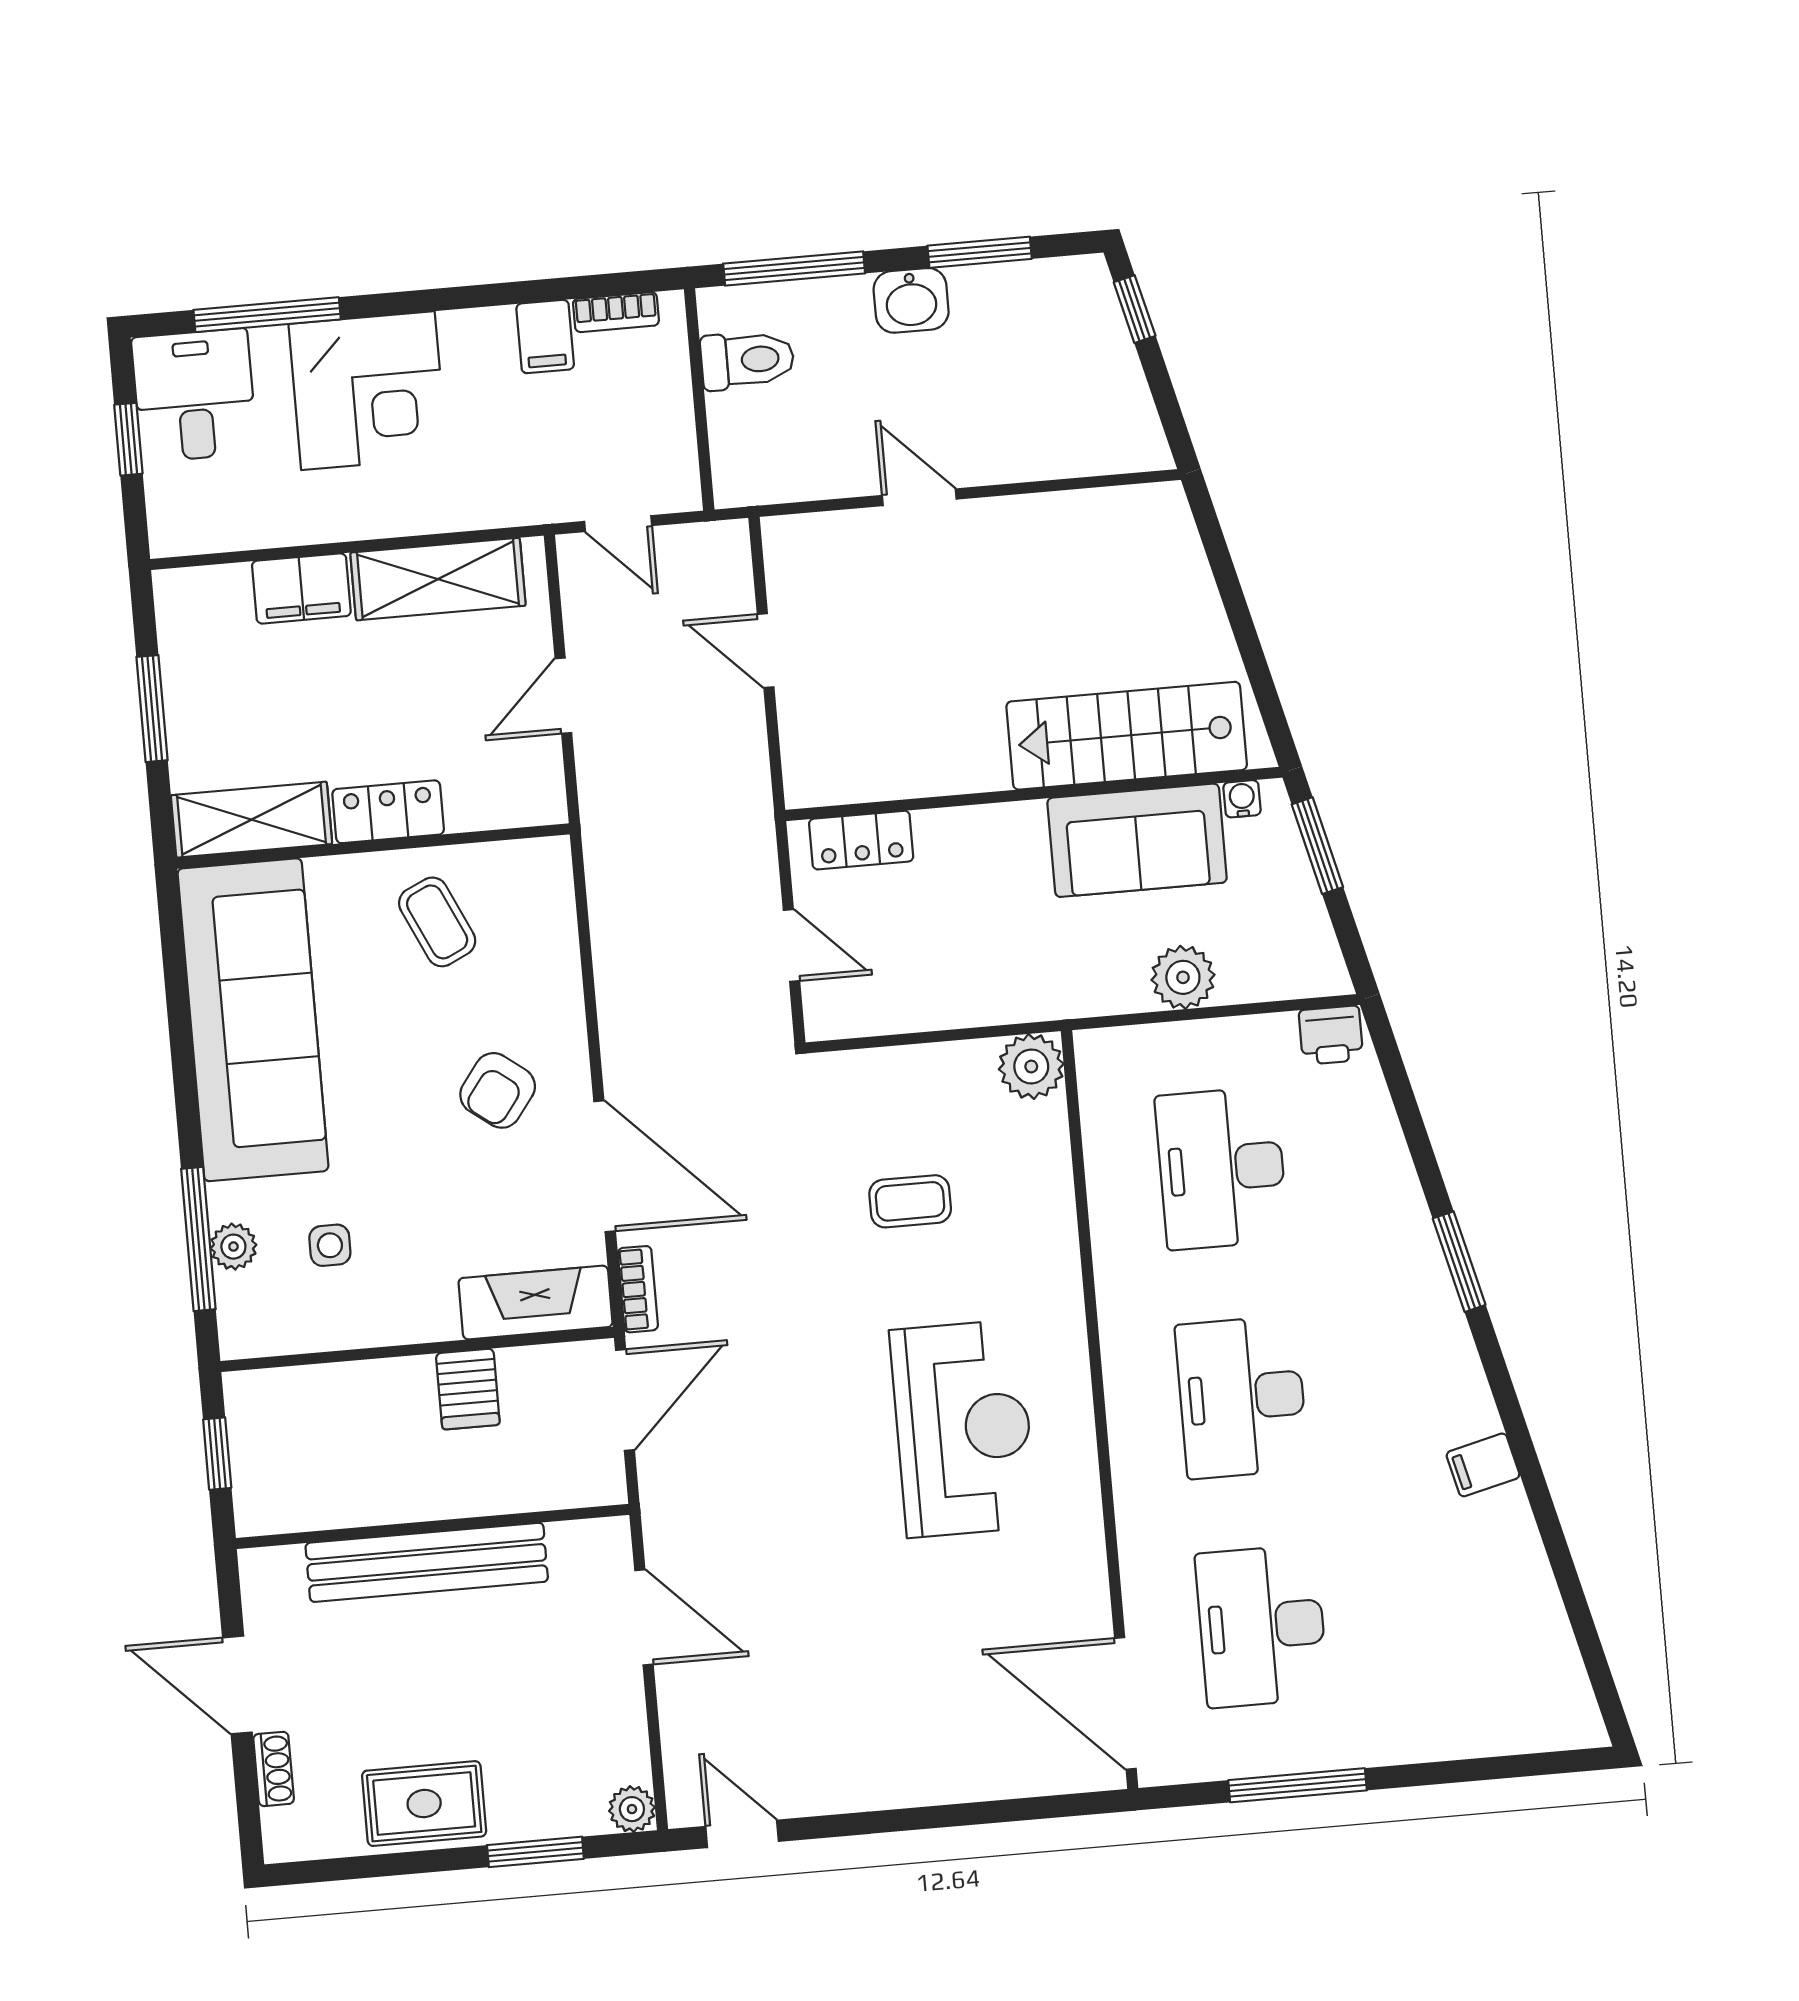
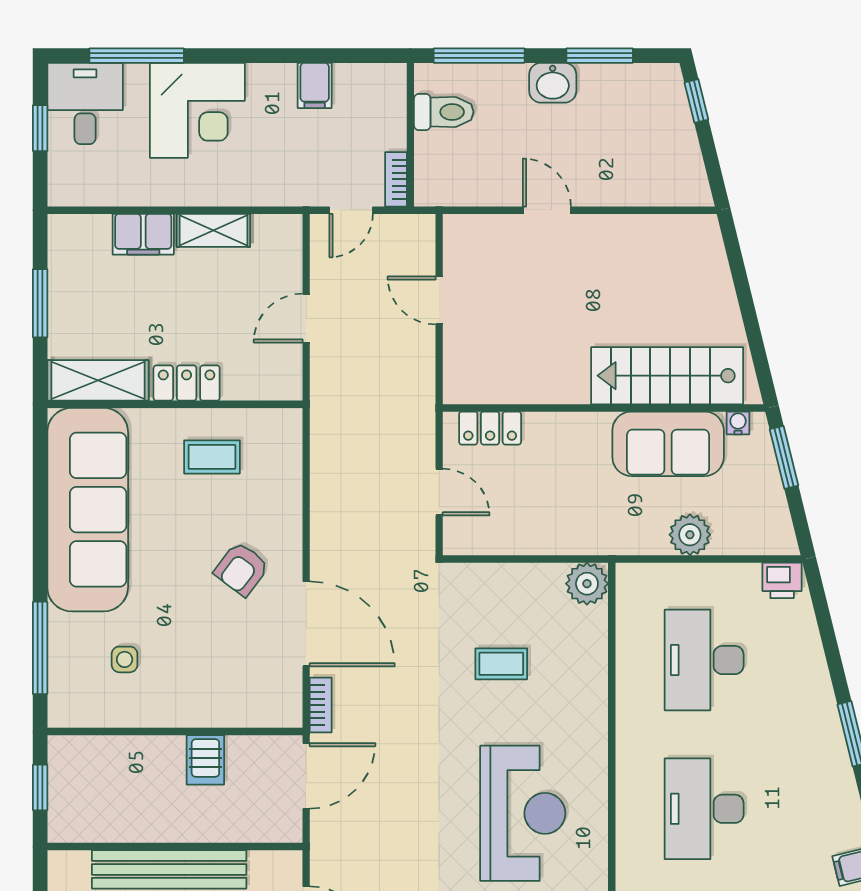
bookcase: (616, 312) -> (396, 179), moved, turned 90
door: (618, 524) -> (351, 210), hinge flipped
shelving: (438, 579) -> (213, 230), width x0.67, depth x0.75
coffee table: (437, 922) -> (212, 457), turned -65
plant: (233, 1247) -> (62, 655), removed
fireplace: (536, 1303) -> (254, 708), removed

